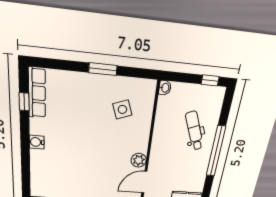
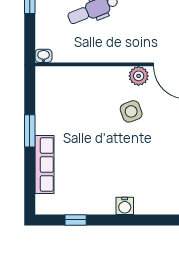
row of seats: (37, 93) -> (45, 164), moved, turned 90
side table: (122, 109) -> (131, 111), moved

